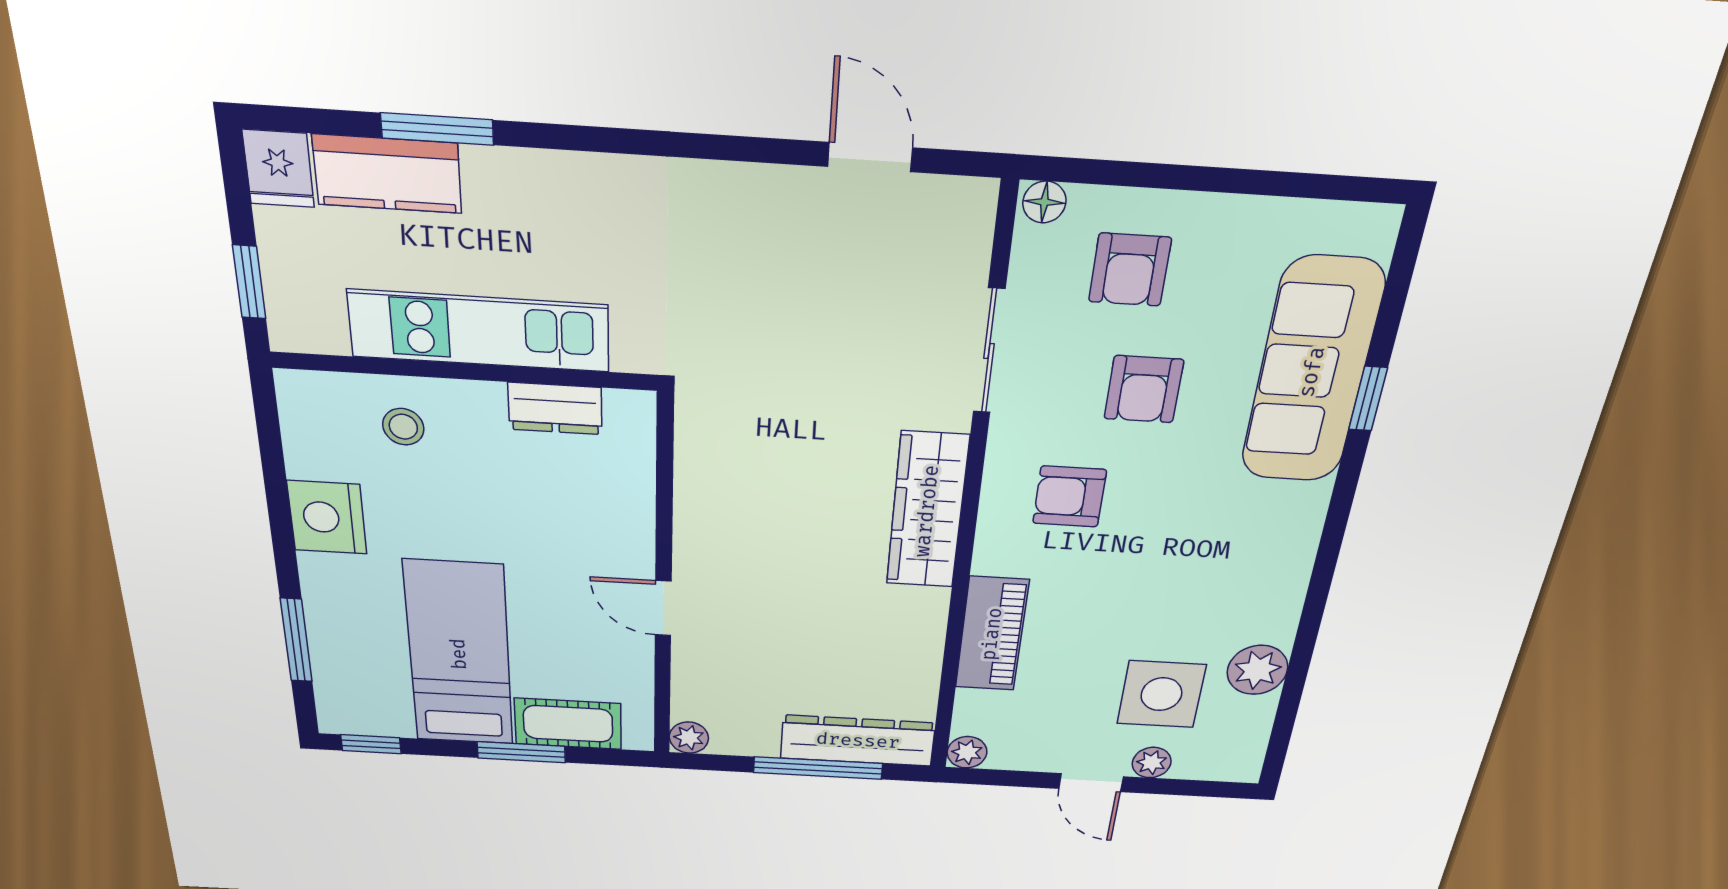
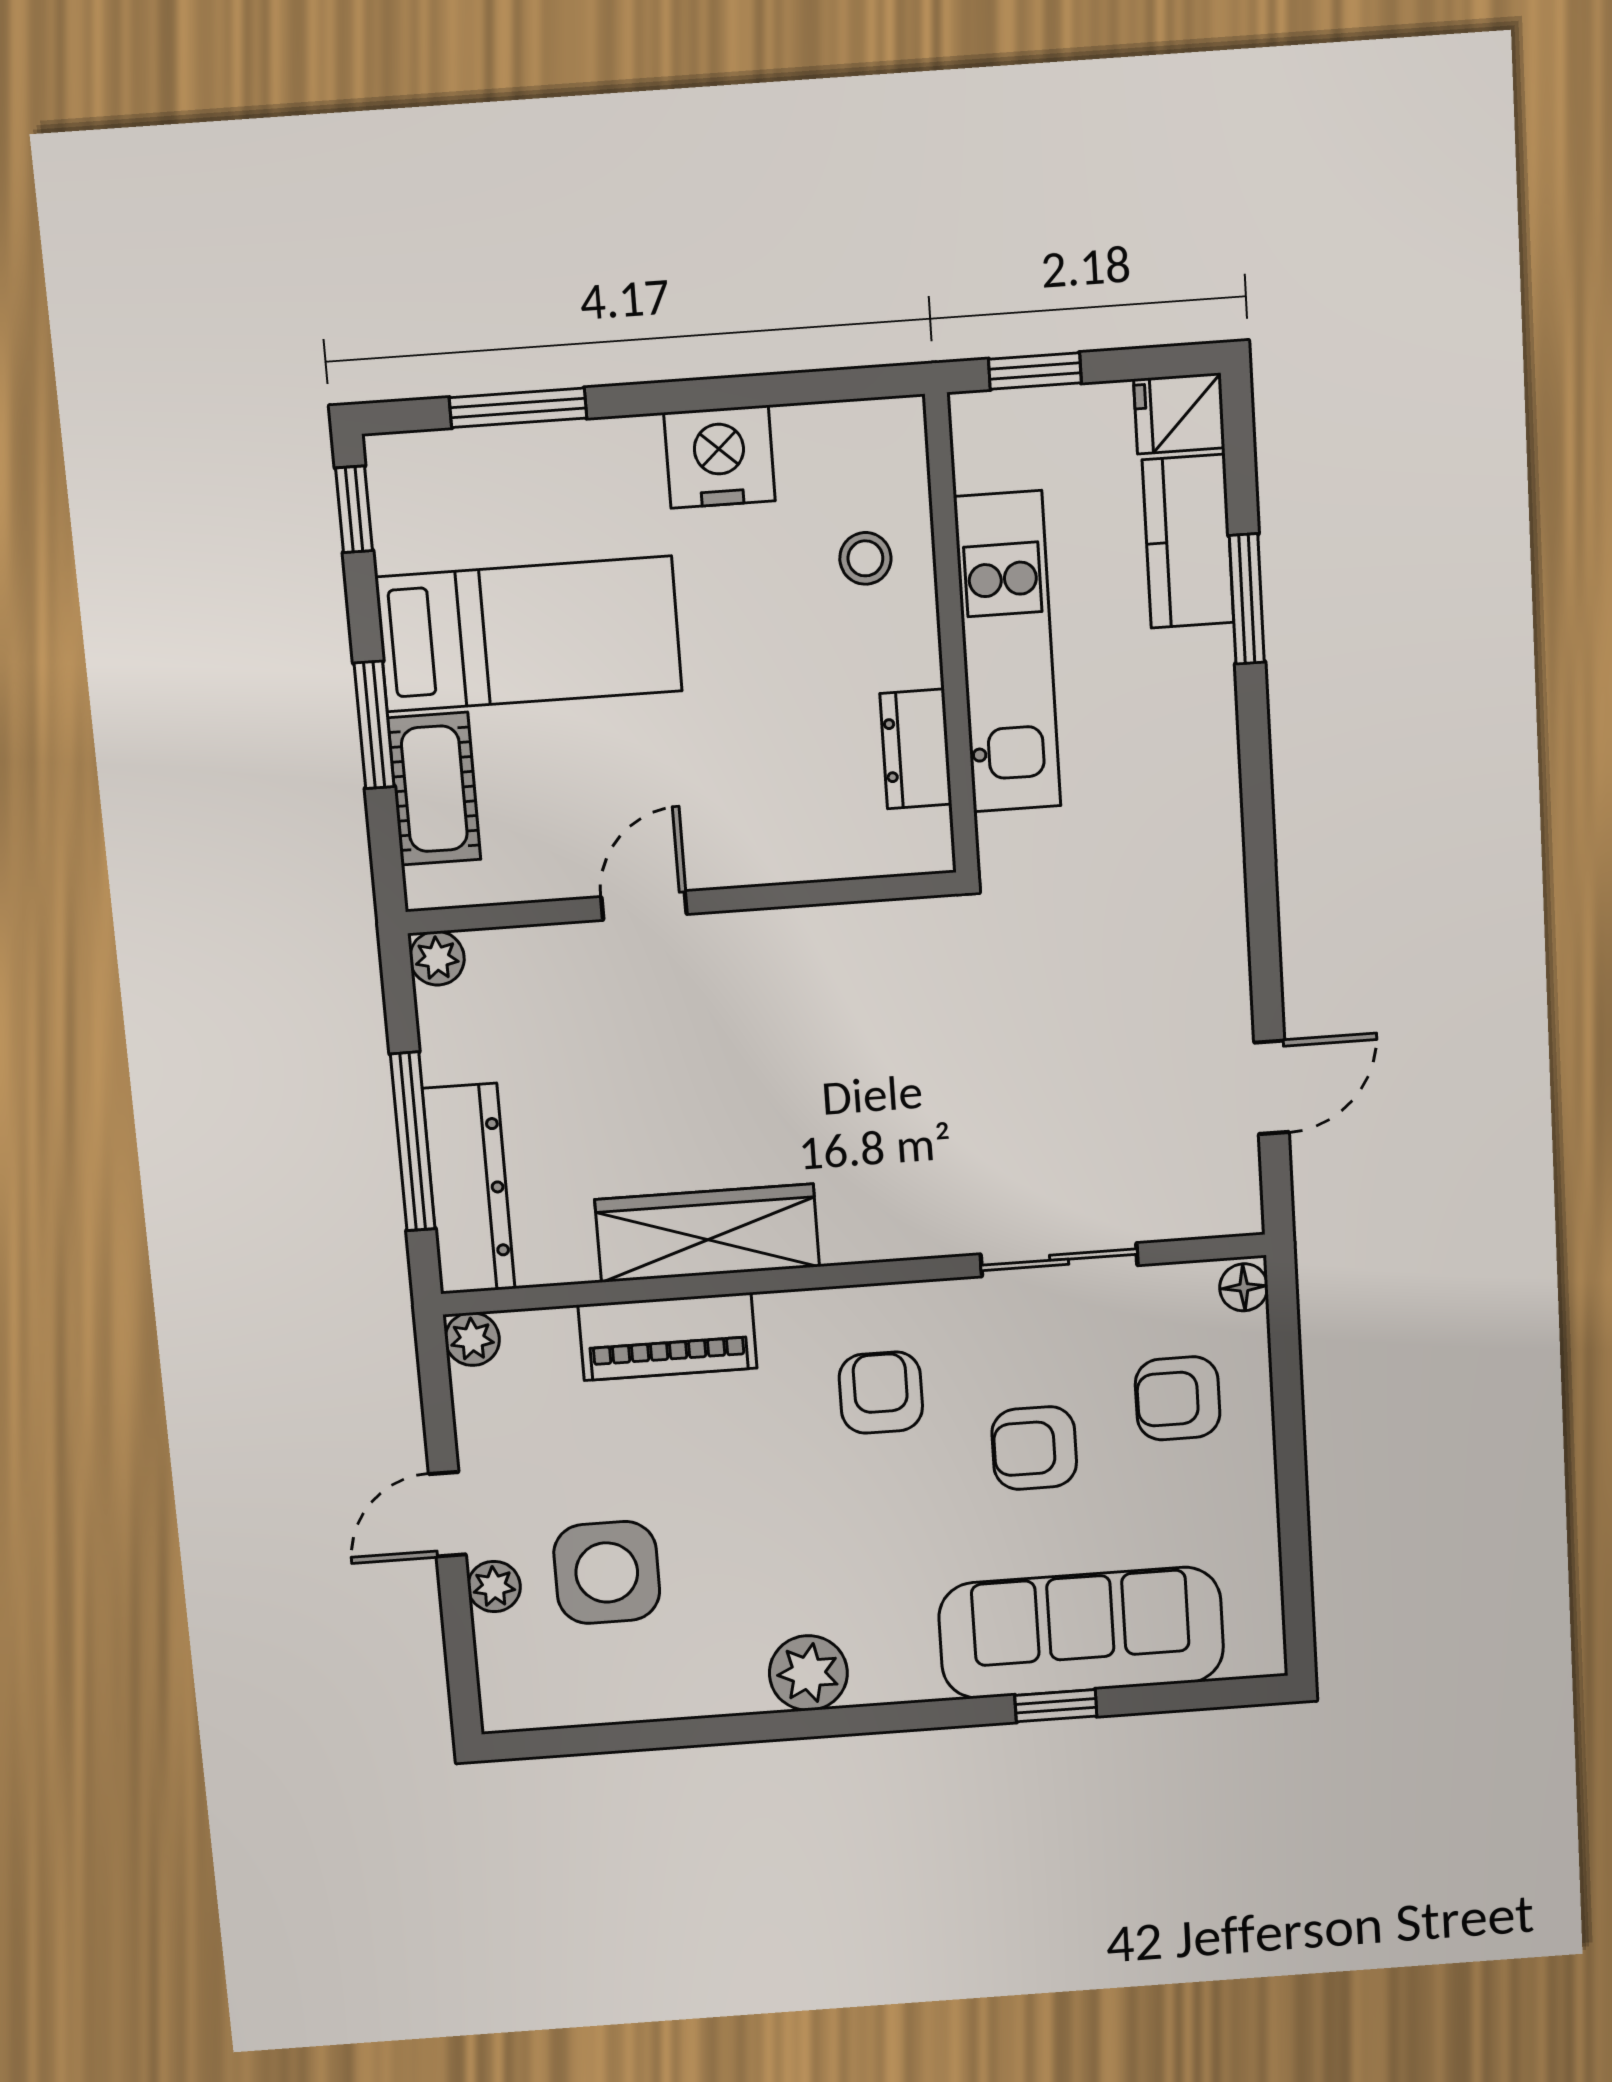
wardrobe: (927, 511) -> (707, 1233), moved
plant: (1257, 670) -> (808, 1673), moved

